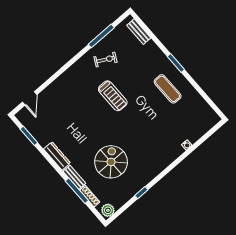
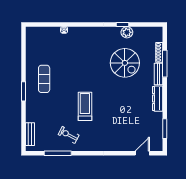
spiral stairs: (111, 162) -> (125, 63), turned -90
plant: (108, 210) -> (127, 32), moved

